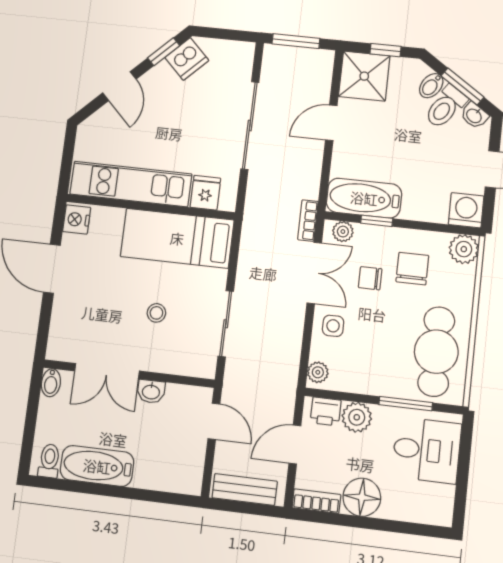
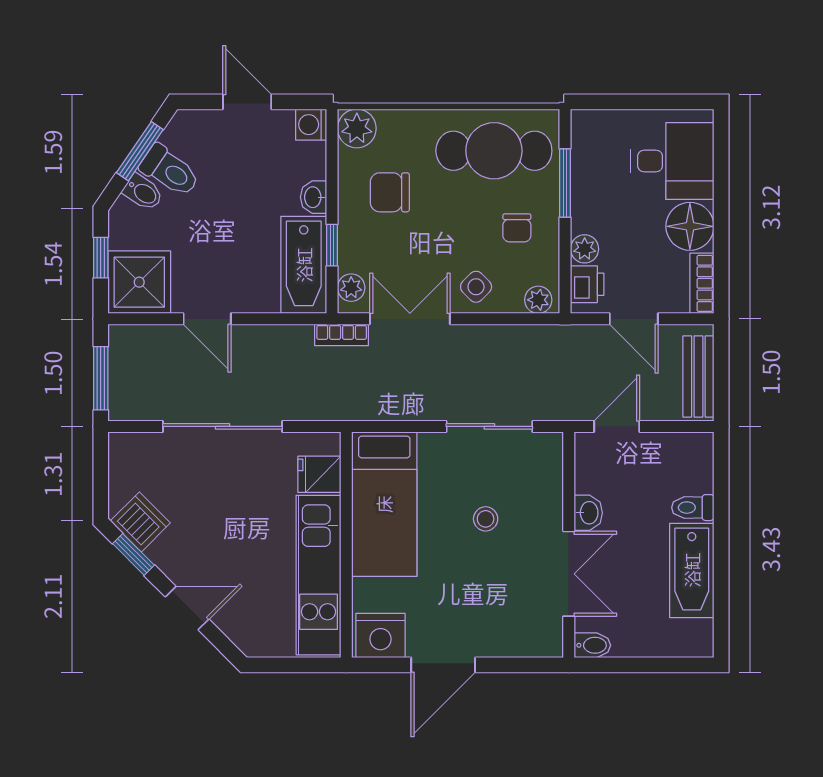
washbasin: (474, 115) -> (314, 197), moved, turned 146
washing machine: (466, 210) -> (311, 125), width x0.73, depth x0.73
nightstand: (77, 219) -> (381, 636), width x1.36, depth x1.33
chair: (370, 278) -> (517, 228), moved
side table: (333, 326) -> (476, 287), turned 45
plant: (357, 417) -> (585, 249), width x0.73, depth x0.73
desk: (427, 450) -> (672, 161), moved, turned 90
toilet: (49, 461) -> (693, 508), moved

